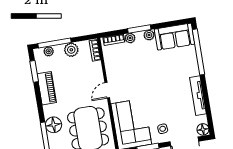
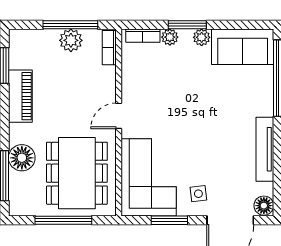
window: (54, 43) -> (70, 25), moved
plant: (49, 51) -> (34, 37), removed

